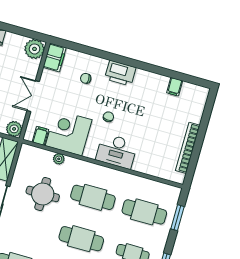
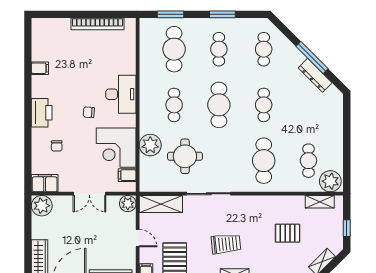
filing cabinet: (175, 87) -> (40, 68), moved
plant: (59, 159) -> (150, 145), width x1.87, depth x1.87
cafe table: (93, 197) -> (174, 105), width x0.73, depth x0.74

